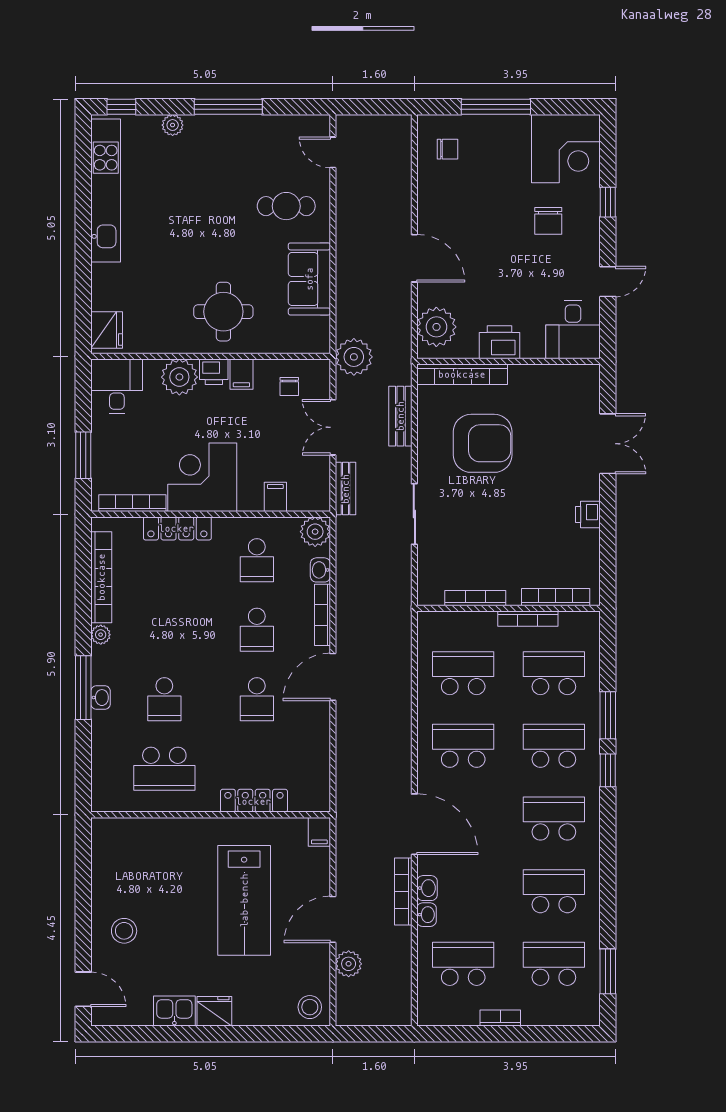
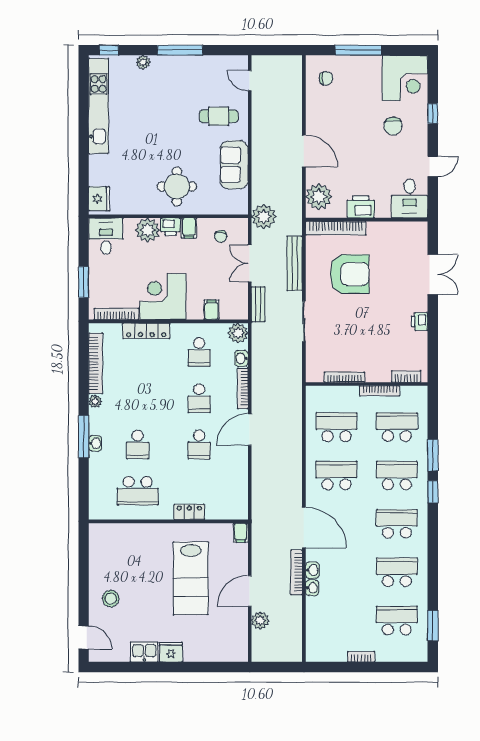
bench: (400, 416) -> (295, 263), width x1.36
bookcase: (556, 597) -> (406, 377), width x0.64
locker: (254, 801) -> (189, 512), width x0.66
school desk: (463, 964) -> (336, 621), removed
stool: (310, 1007) -> (234, 649), removed

